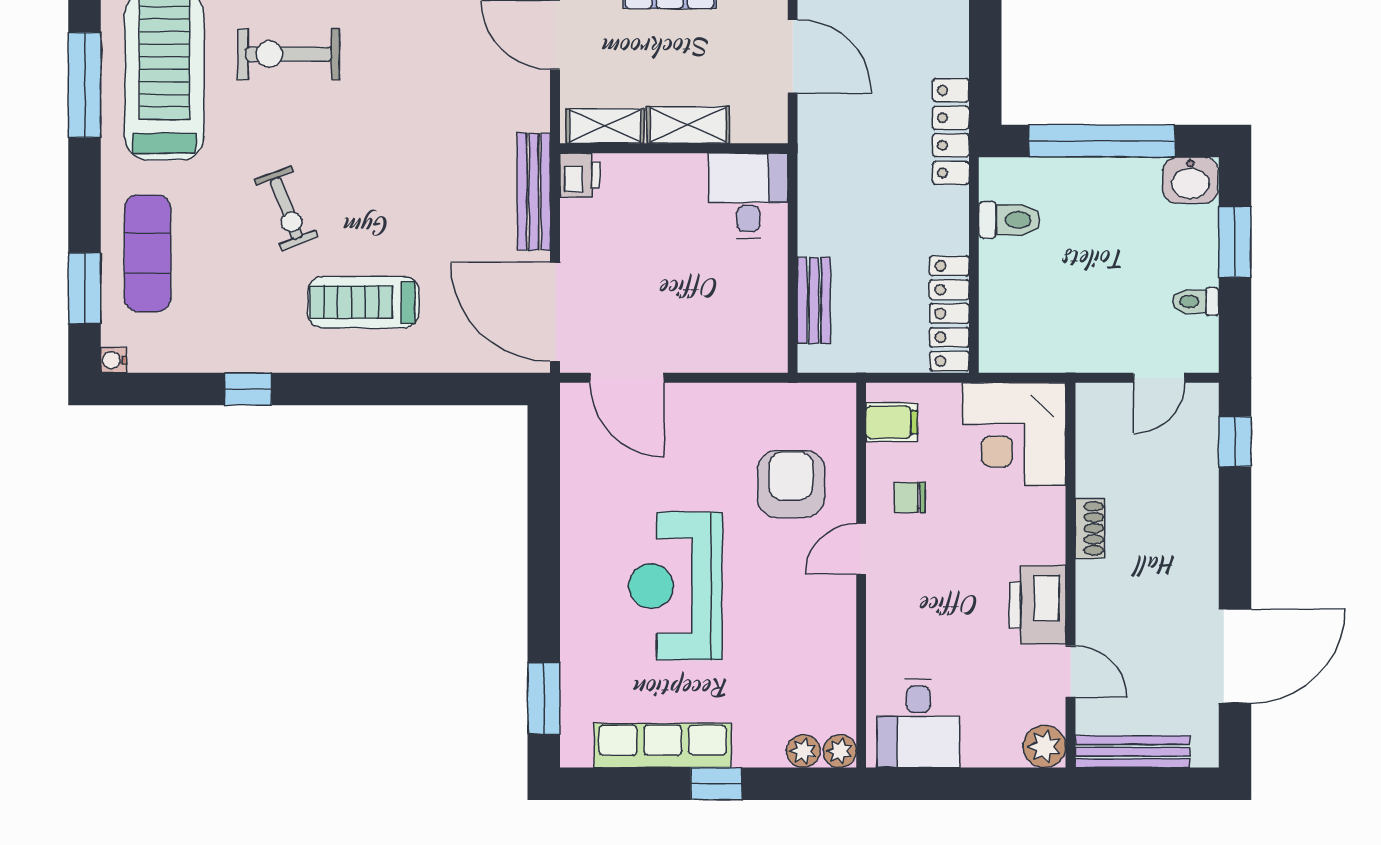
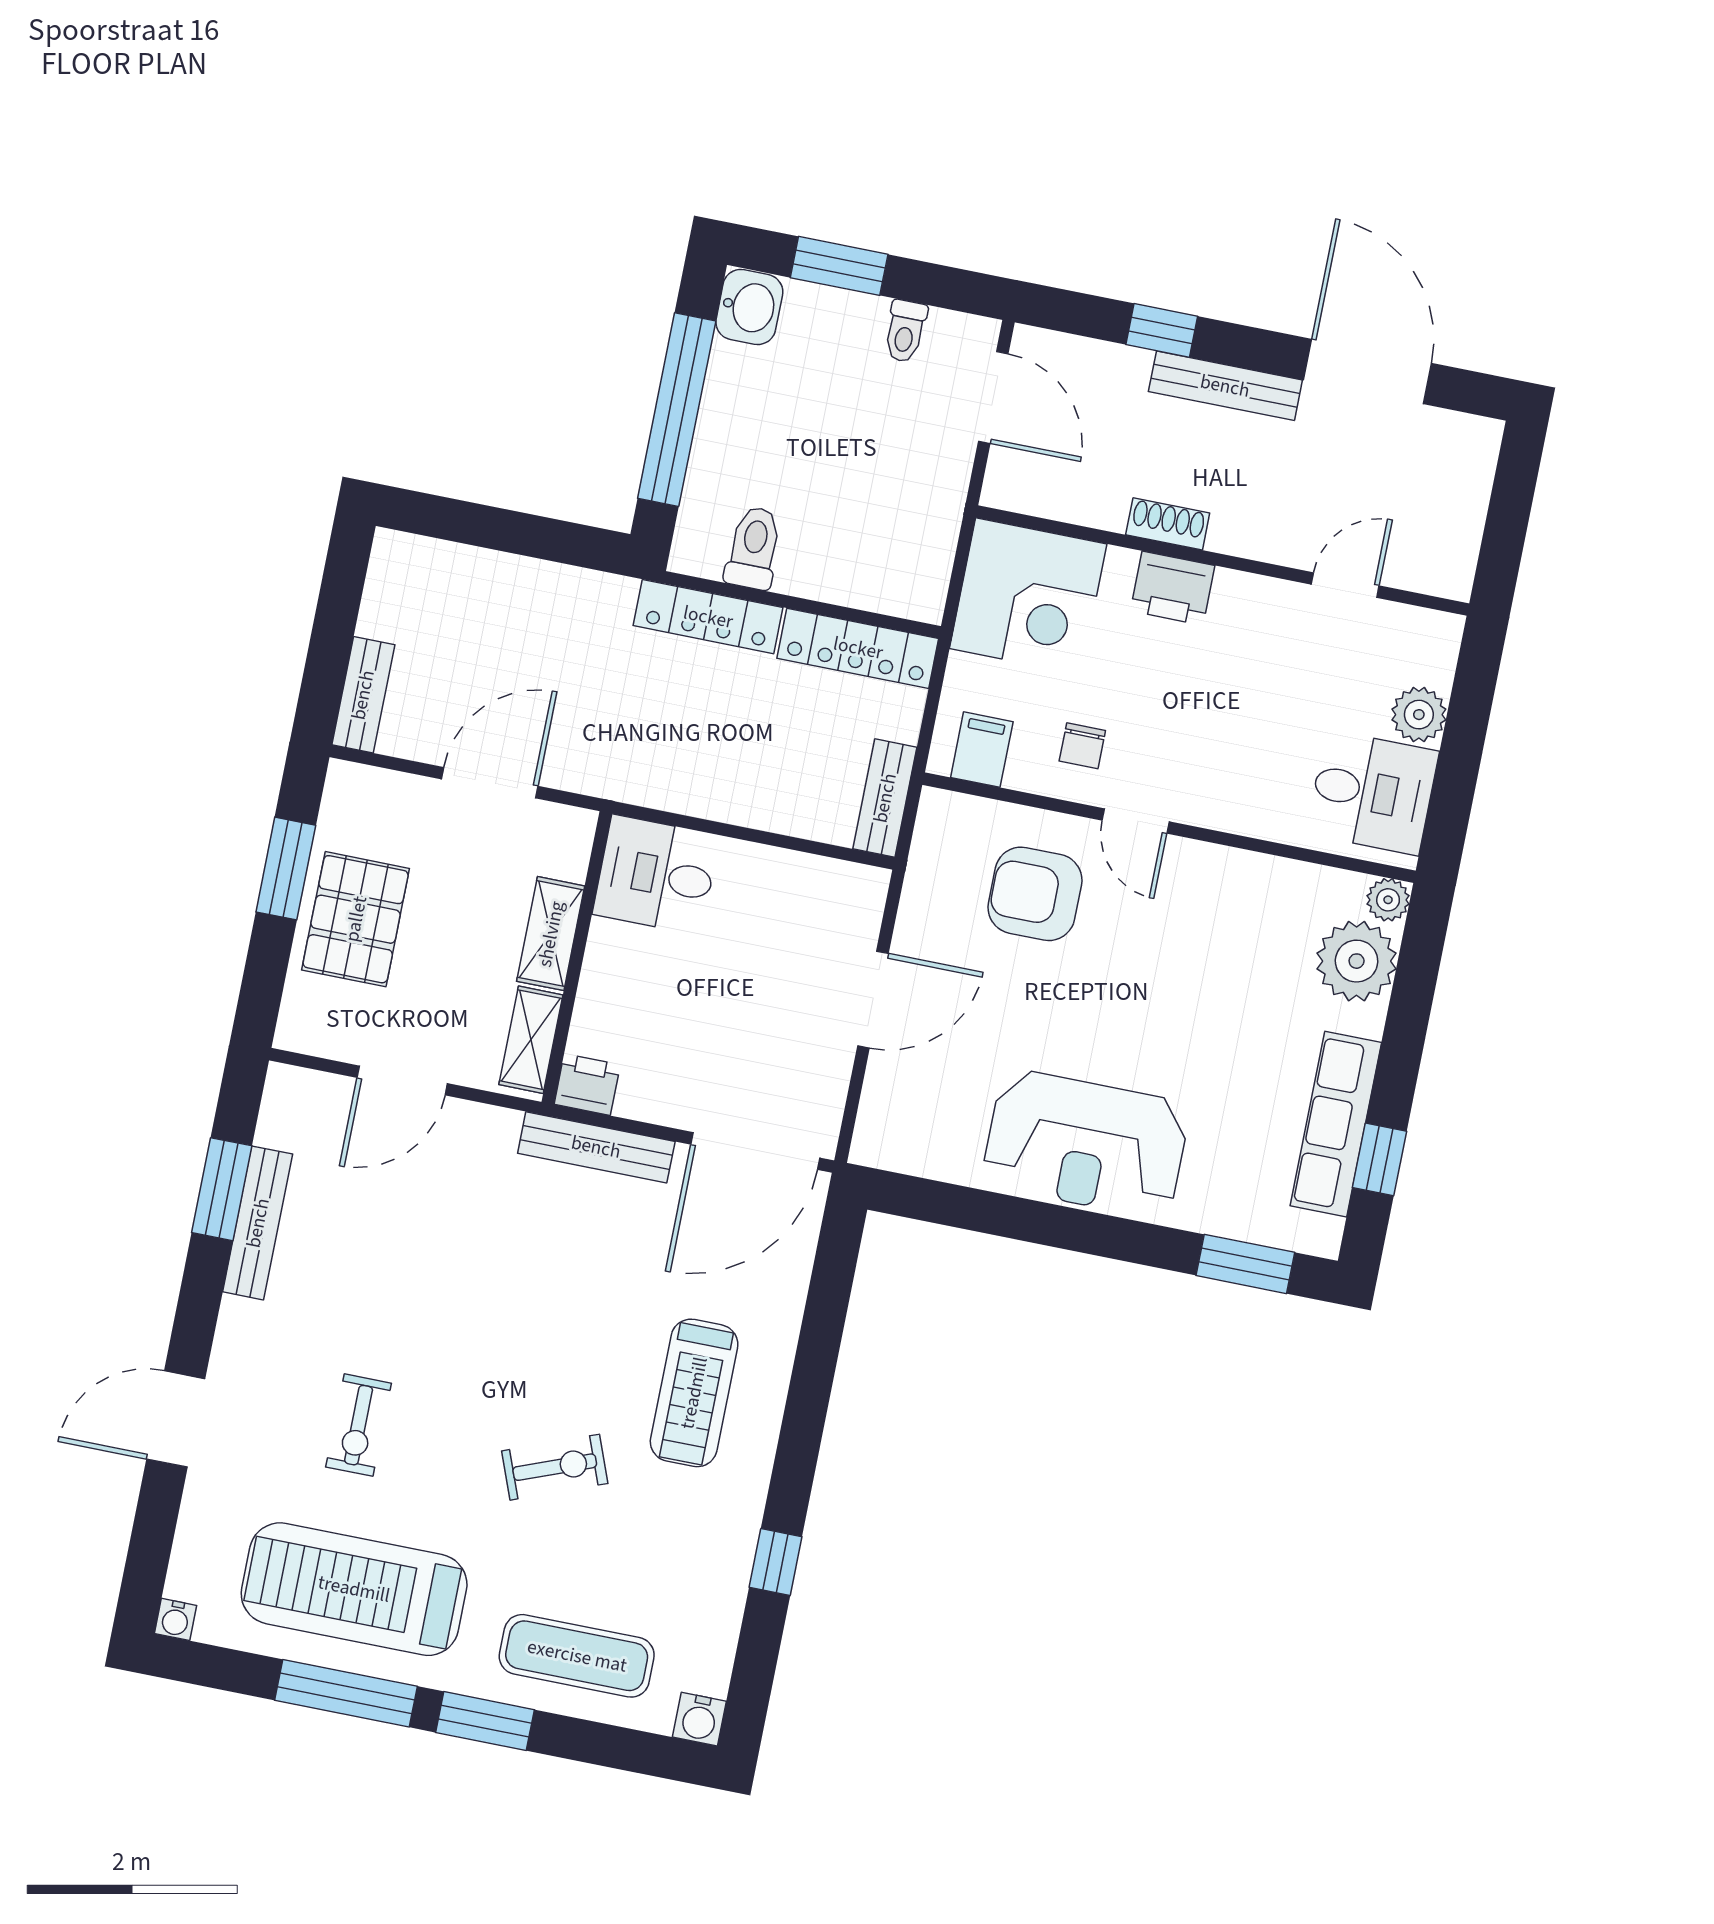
exercise bike: (289, 54) -> (359, 1425), width x0.73, depth x0.72
locker: (951, 132) -> (708, 617), moved
window: (85, 288) -> (485, 1721), moved
bench: (814, 300) -> (885, 798), moved, turned 90
water cooler: (113, 360) -> (699, 1719), width x1.38, depth x1.38
door: (627, 378) -> (873, 1000), moved
door: (1159, 378) -> (993, 397), width x1.38
window: (1235, 442) -> (1162, 330), moved
reception desk: (675, 586) -> (1086, 1144), moved
printer: (1038, 605) -> (1173, 588), moved, width x0.73, depth x0.84
plant: (1044, 746) -> (1419, 715), moved
plant: (803, 751) -> (1357, 961), width x1.87, depth x1.87
bench: (1133, 752) -> (1225, 386), moved, turned 90
window: (716, 784) -> (1380, 1159), moved

